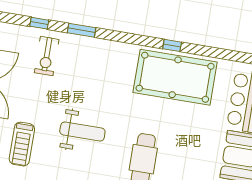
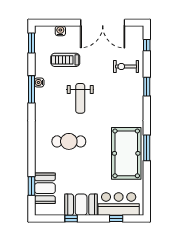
window: (39, 23) -> (147, 45), moved
window: (172, 45) -> (147, 148), width x2.17

